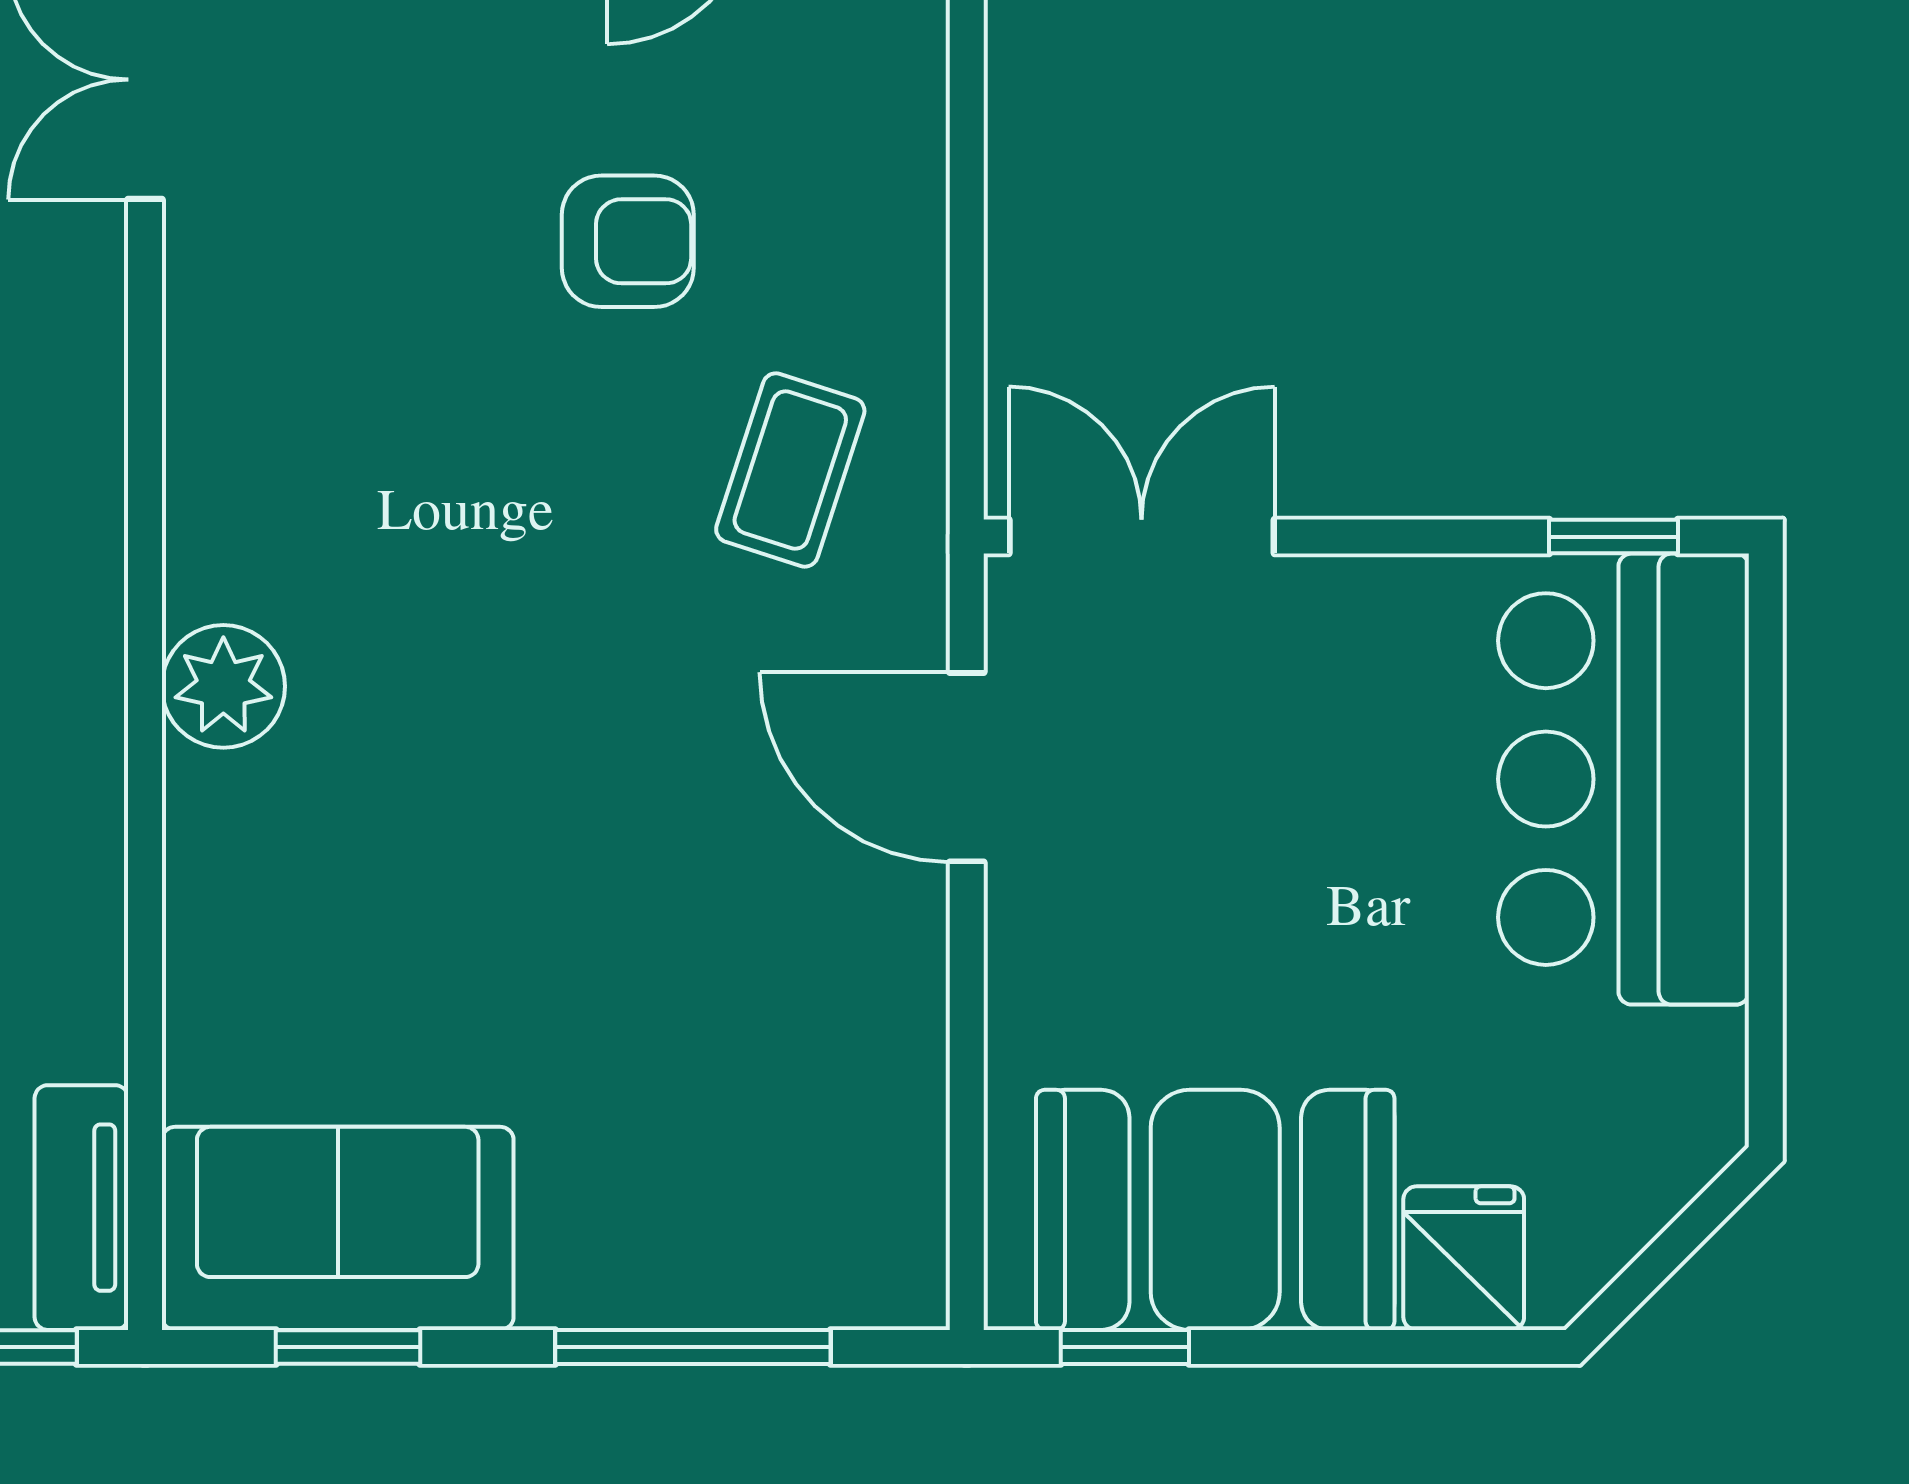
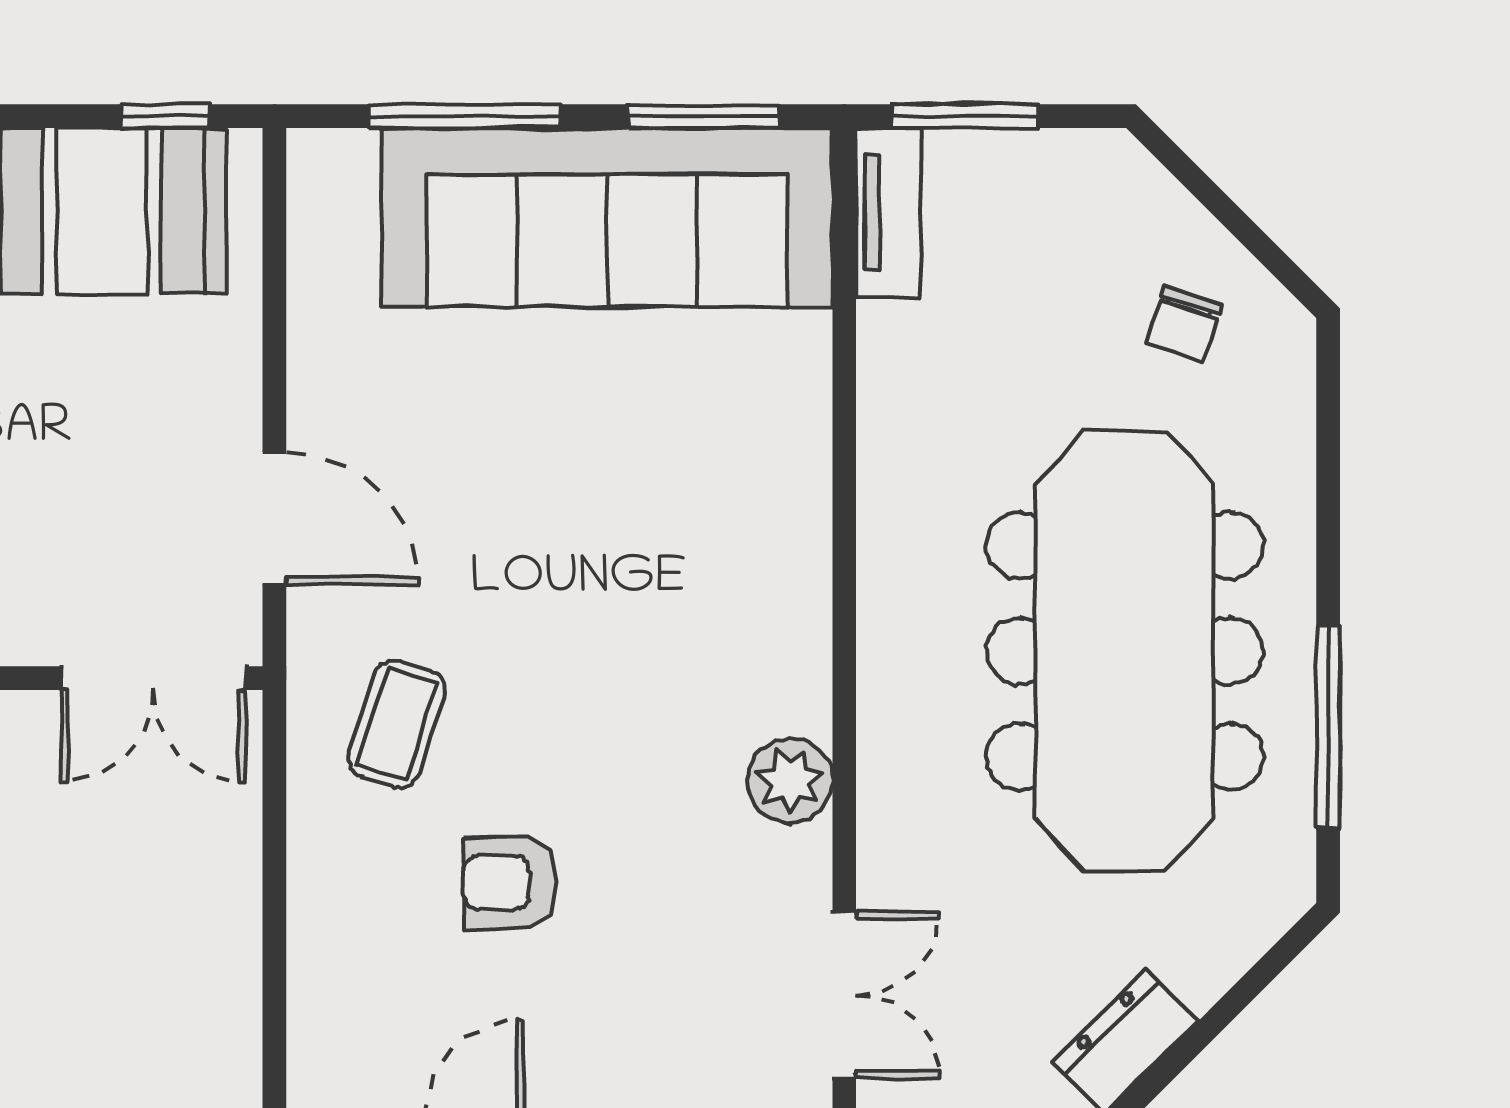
plant: (223, 686) -> (790, 781), moved
sofa: (338, 1228) -> (607, 217), width x1.85, depth x1.27
window: (348, 1347) -> (703, 116), width x1.50

